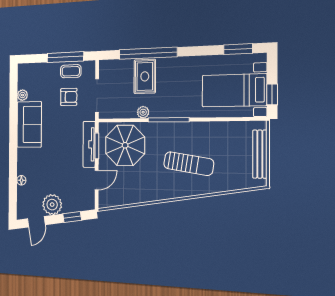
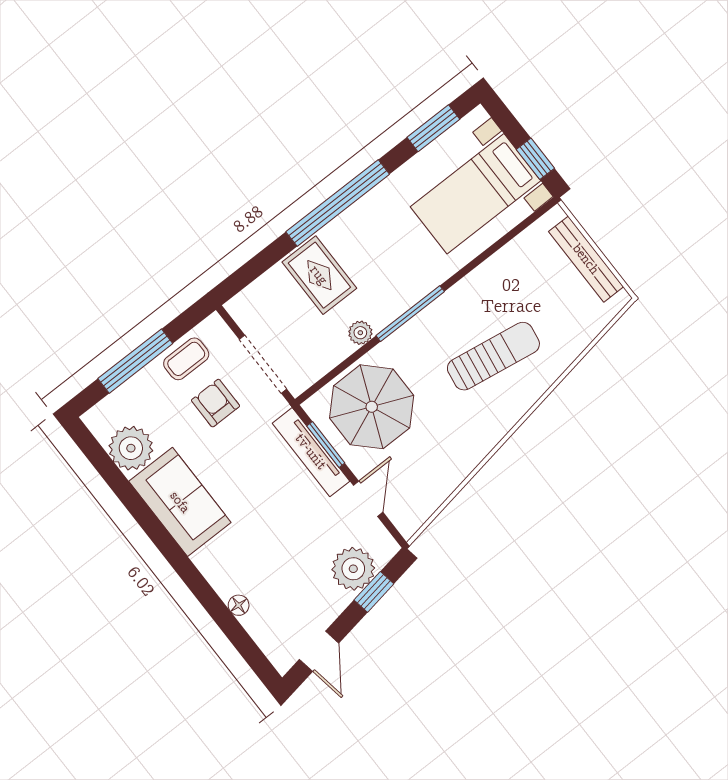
window: (148, 53) -> (338, 203), moved
window: (65, 57) -> (135, 361), moved
plant: (23, 95) -> (131, 448), width x1.87, depth x1.87
armchair: (69, 97) -> (216, 403), turned -90
plant: (52, 205) -> (353, 569), moved

